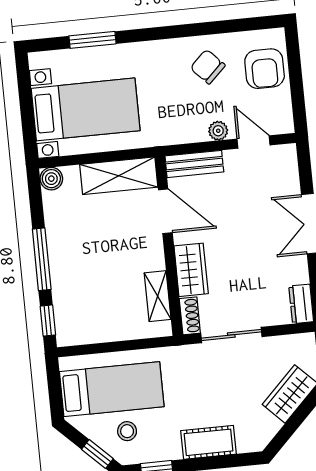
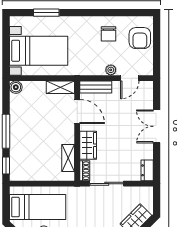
chair: (208, 67) -> (109, 34), turned -136
door: (254, 142) -> (130, 78), swing flipped
shelving: (119, 176) -> (60, 87), width x0.67, depth x0.75

